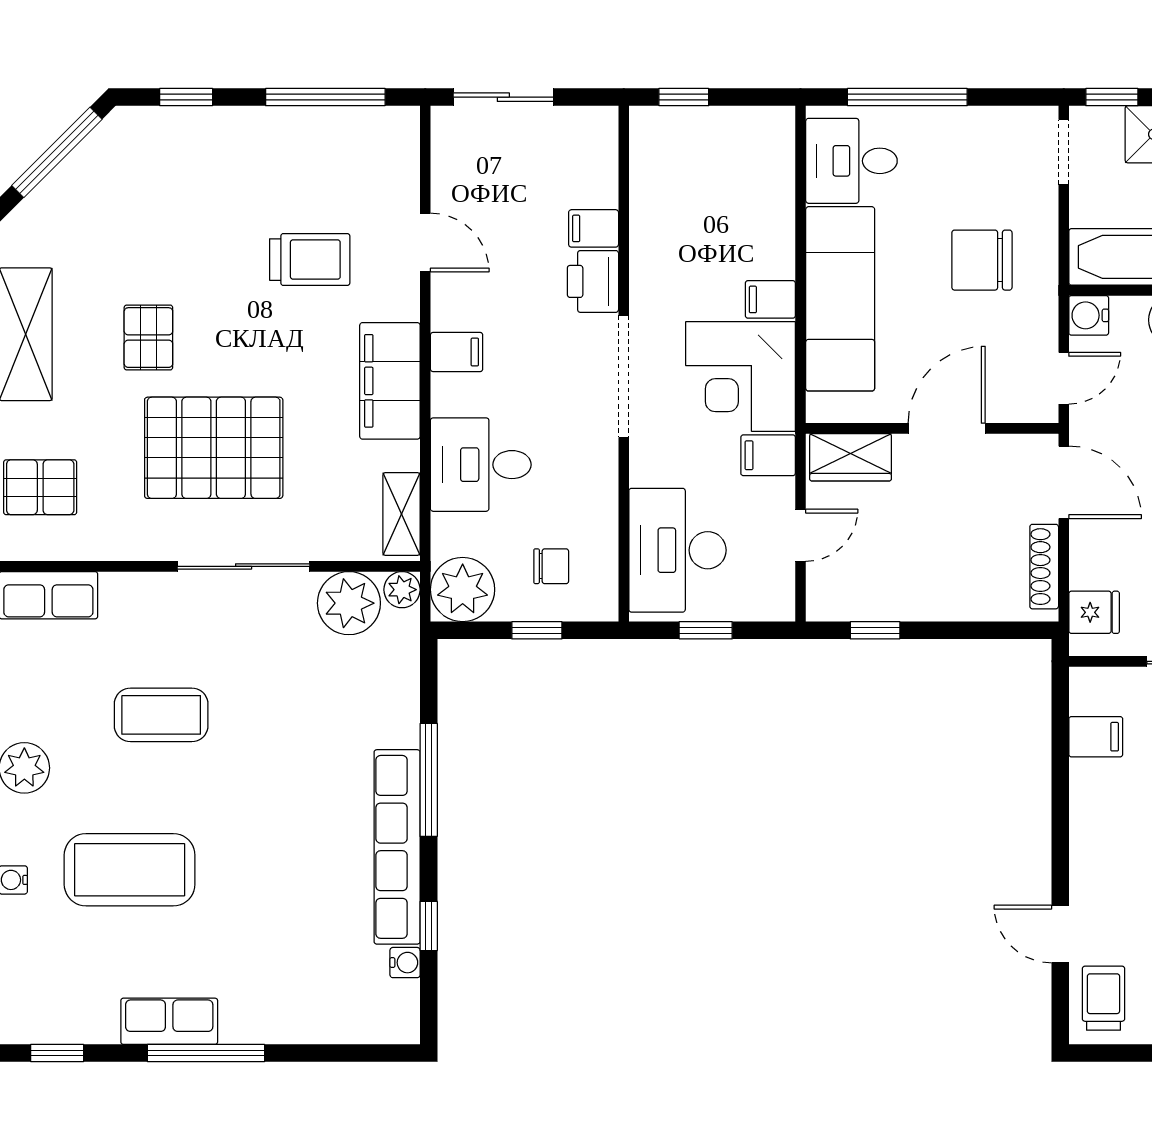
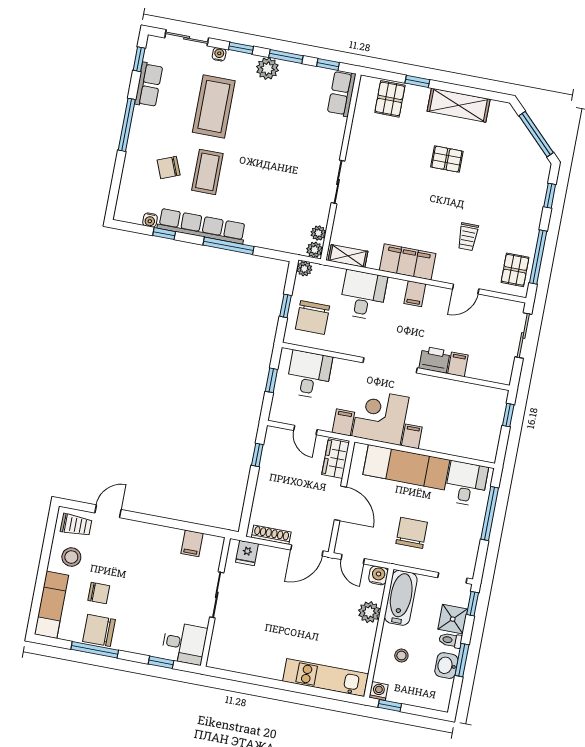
trolley: (310, 260) -> (468, 237), width x0.73, depth x0.72
pallet: (214, 448) -> (515, 270), moved, width x0.49, depth x0.50
desk: (677, 550) -> (309, 375), width x0.73
sliding door: (244, 566) -> (338, 182), width x0.73
chair: (551, 566) -> (313, 318), width x1.87, depth x1.87
plant: (463, 590) -> (304, 269), width x0.53, depth x0.53
plant: (349, 603) -> (318, 233), width x0.53, depth x0.53
coffee table: (161, 715) -> (207, 172), moved
chair: (282, 944) -> (169, 168), added
row of seats: (169, 1021) -> (149, 85), moved

